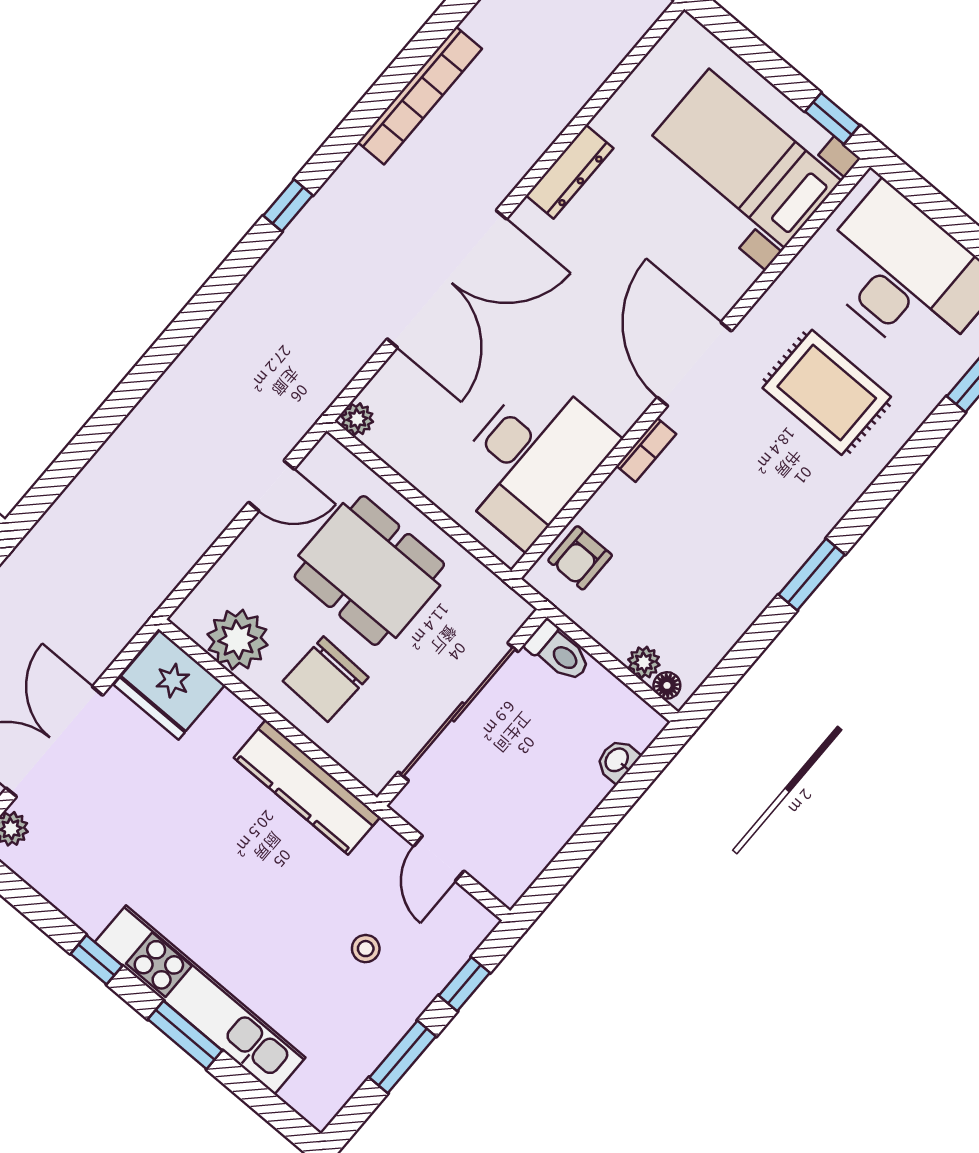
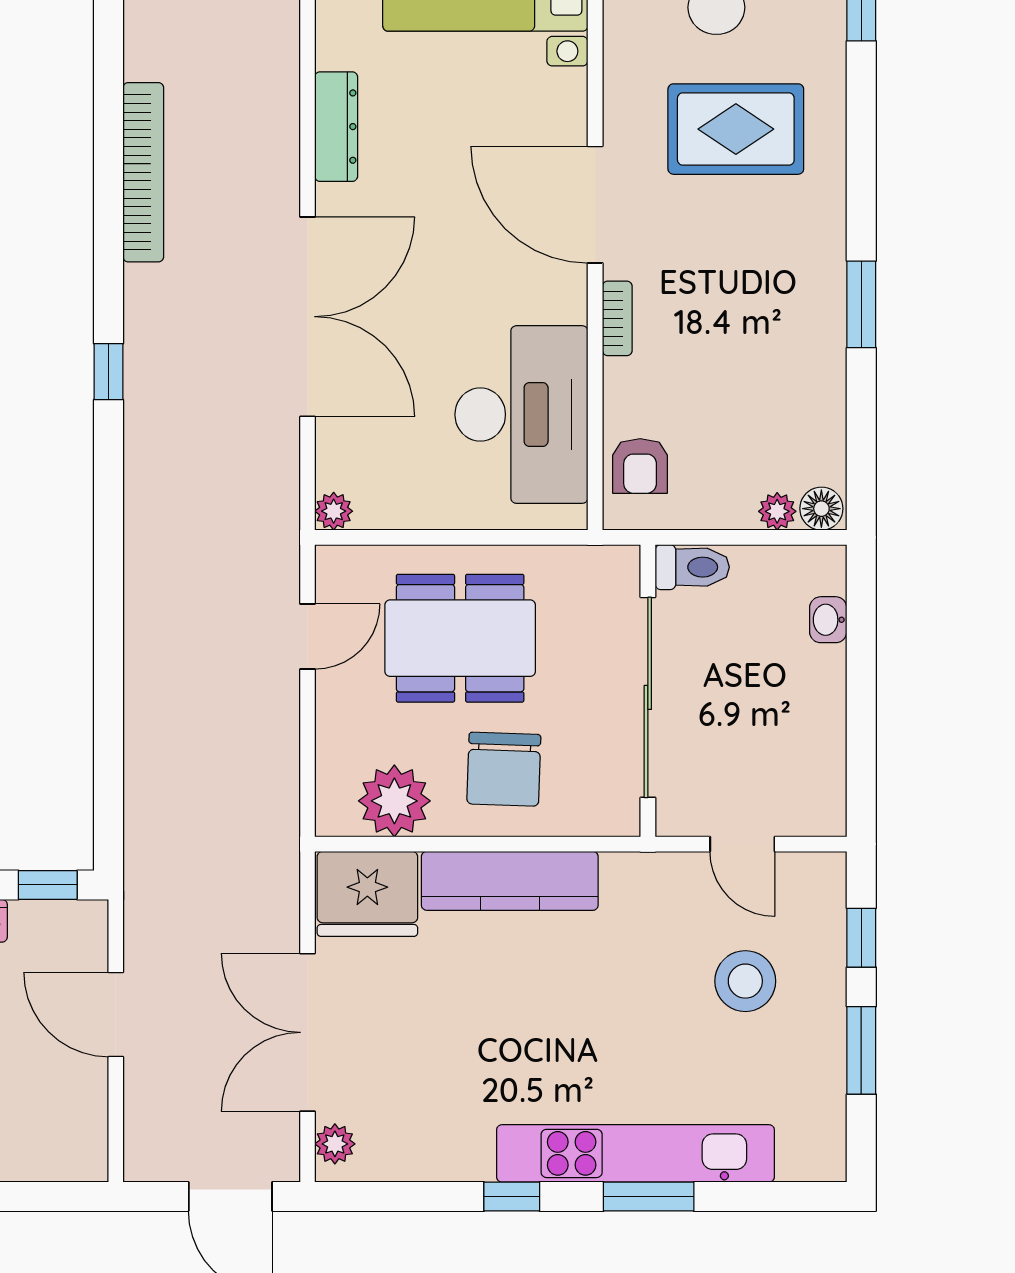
floor lamp: (667, 685) -> (821, 509), width x1.37, depth x1.37
kitchen counter: (307, 787) -> (510, 881), moved
stool: (366, 949) -> (745, 981), width x1.89, depth x1.89

